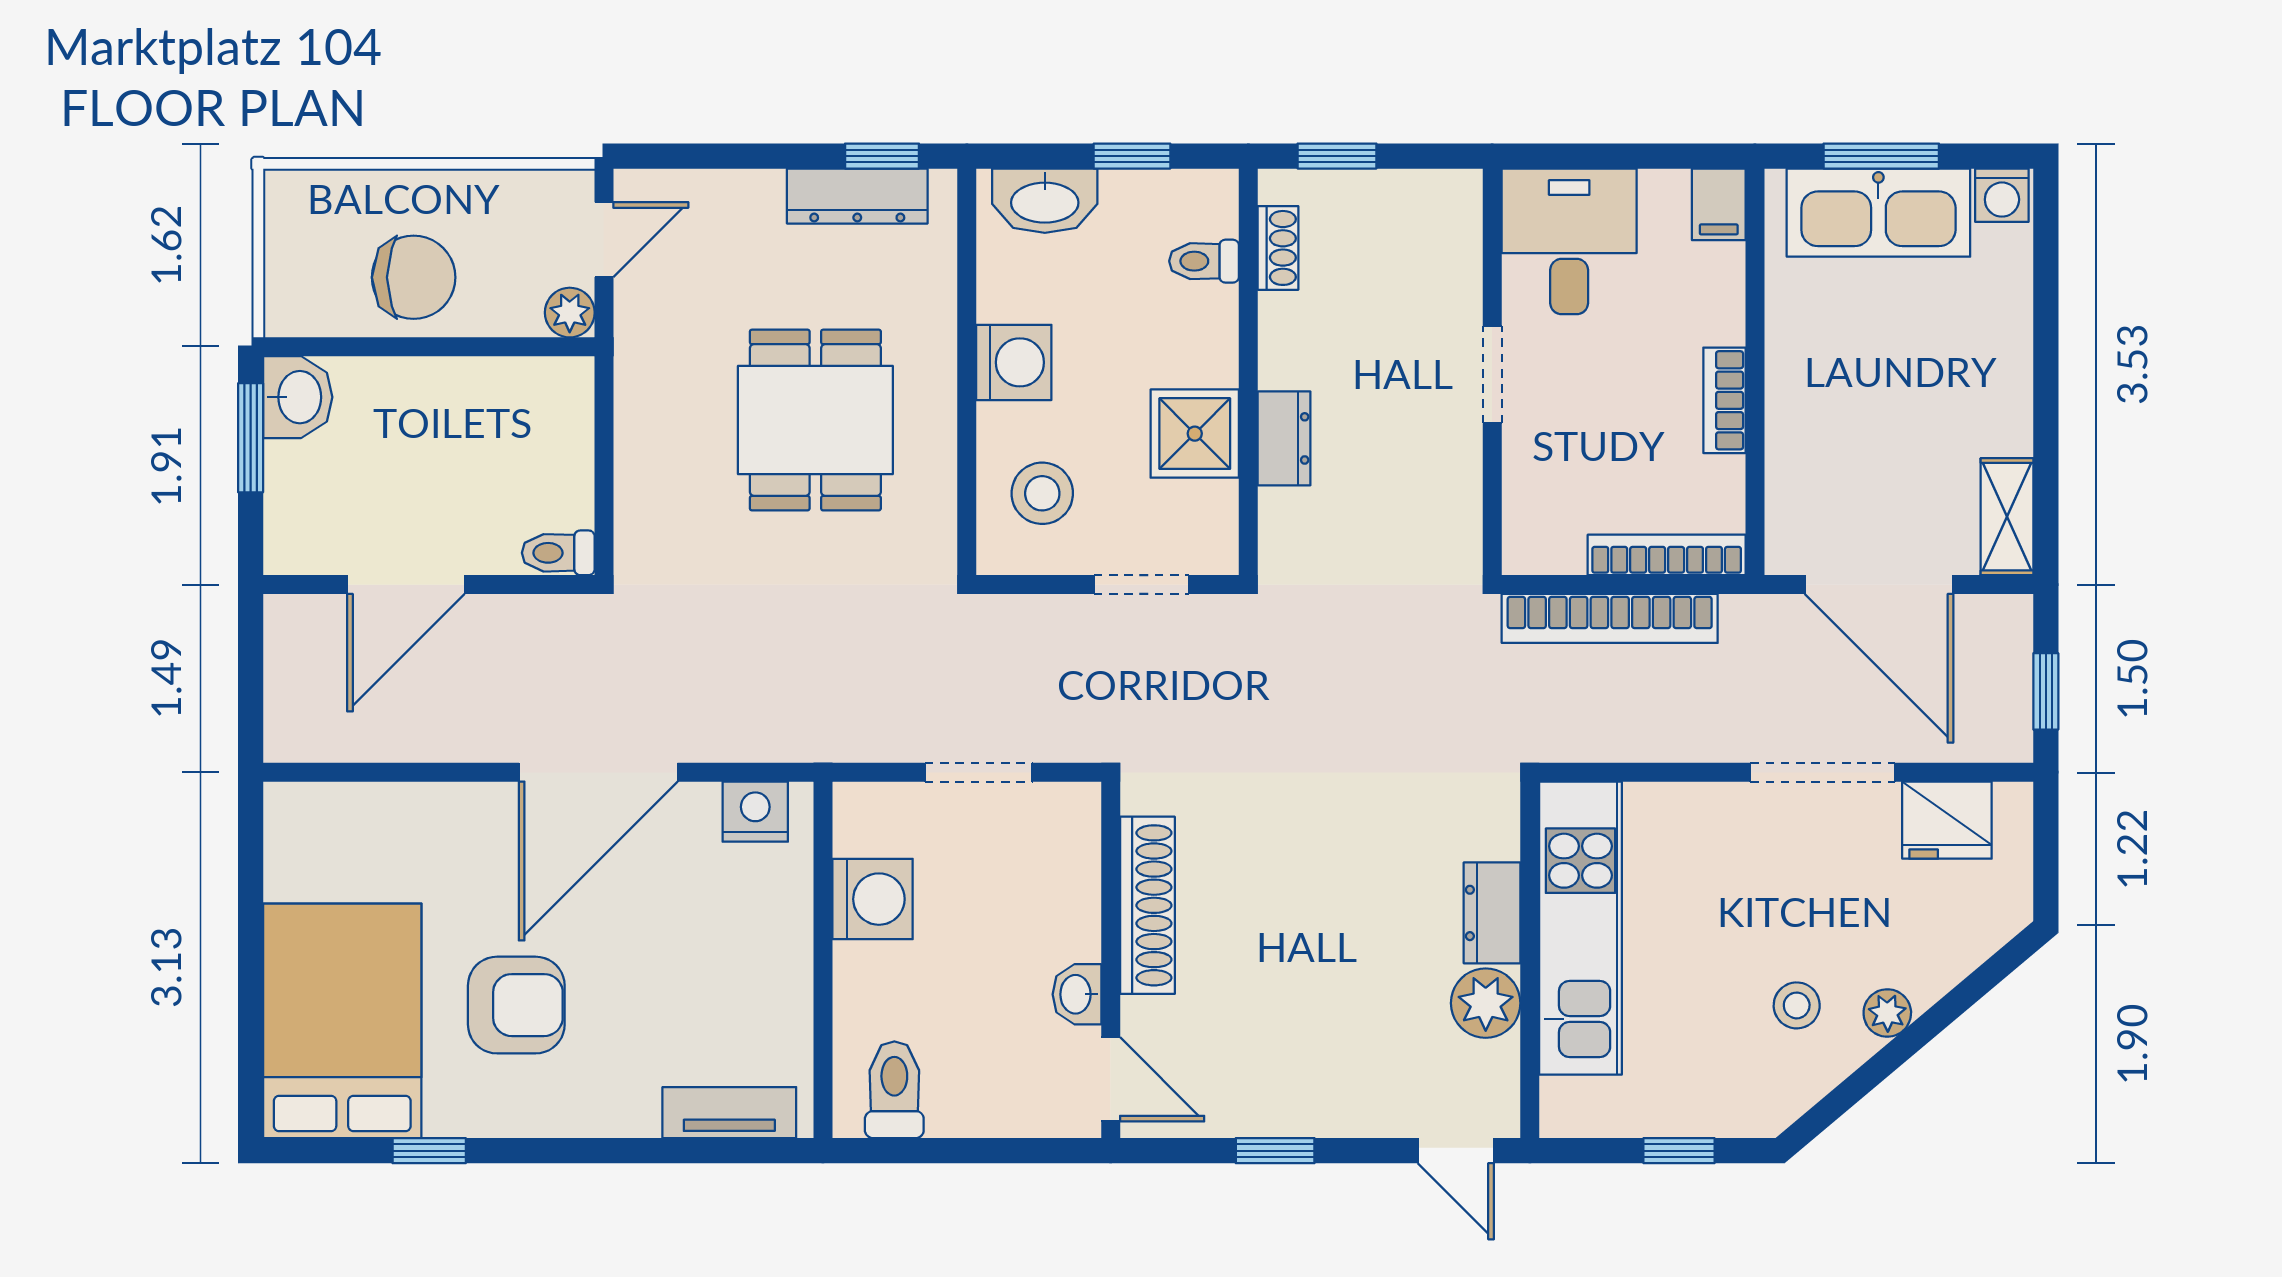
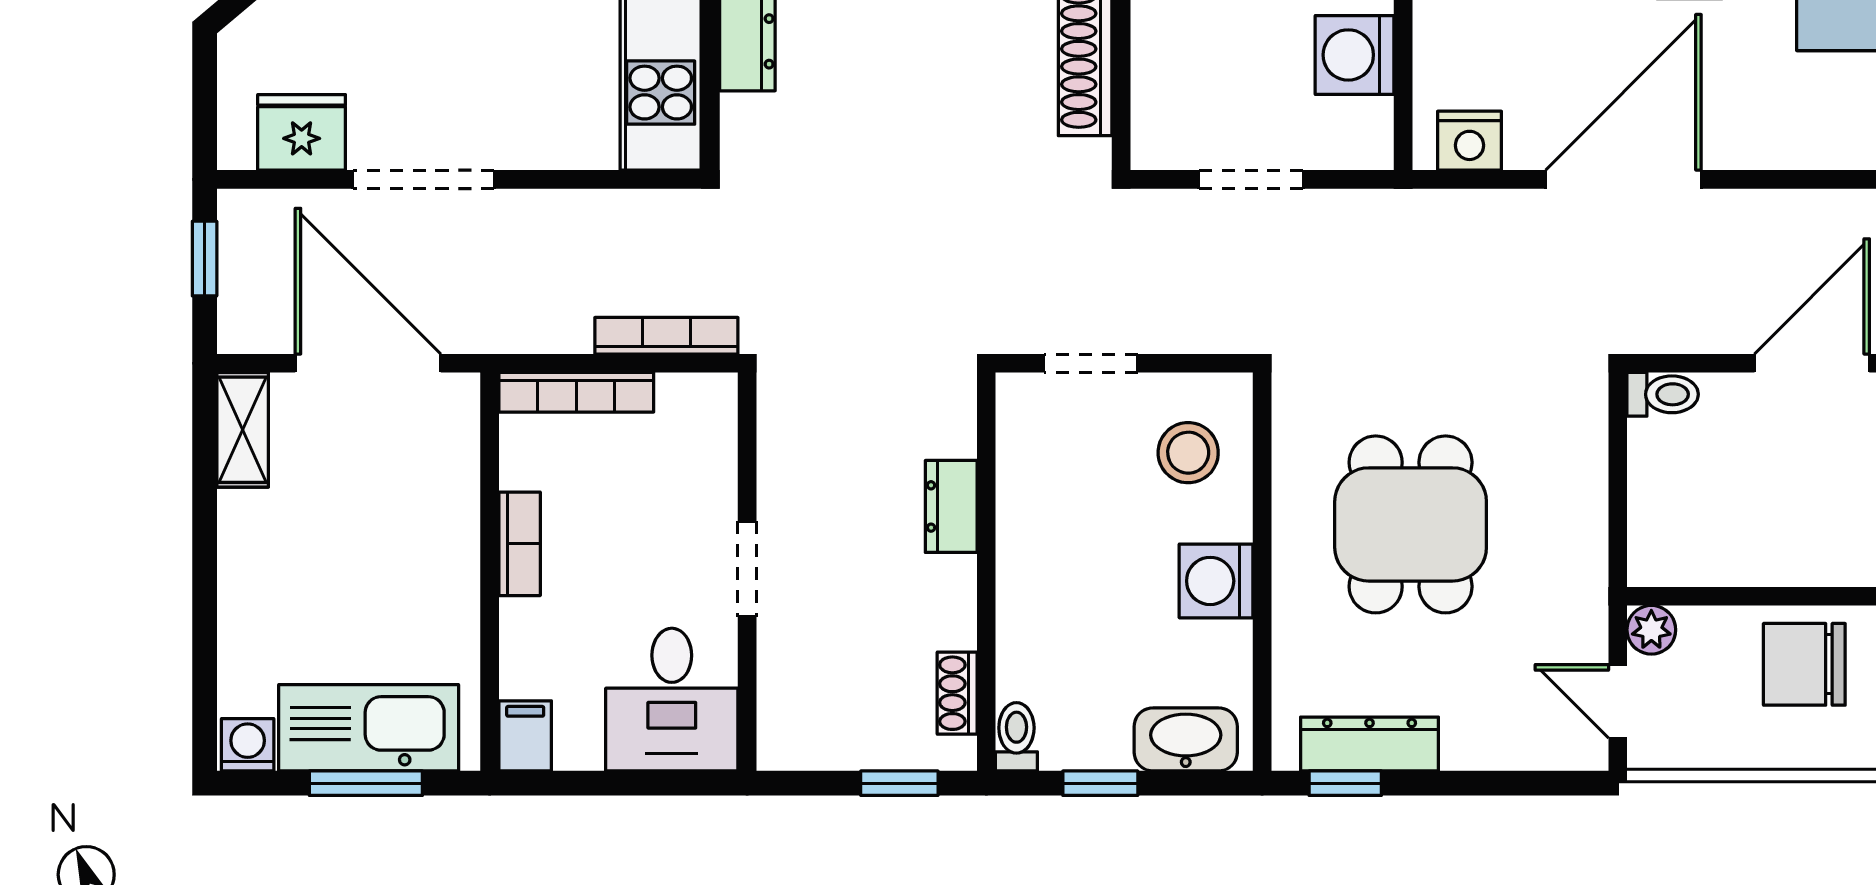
door: (604, 240) -> (1618, 701), hinge flipped
toilet: (1204, 261) -> (1016, 737), moved, turned -90
shower: (1195, 434) -> (1039, 511), removed
bookcase: (1610, 618) -> (666, 336), width x0.68, depth x0.76

